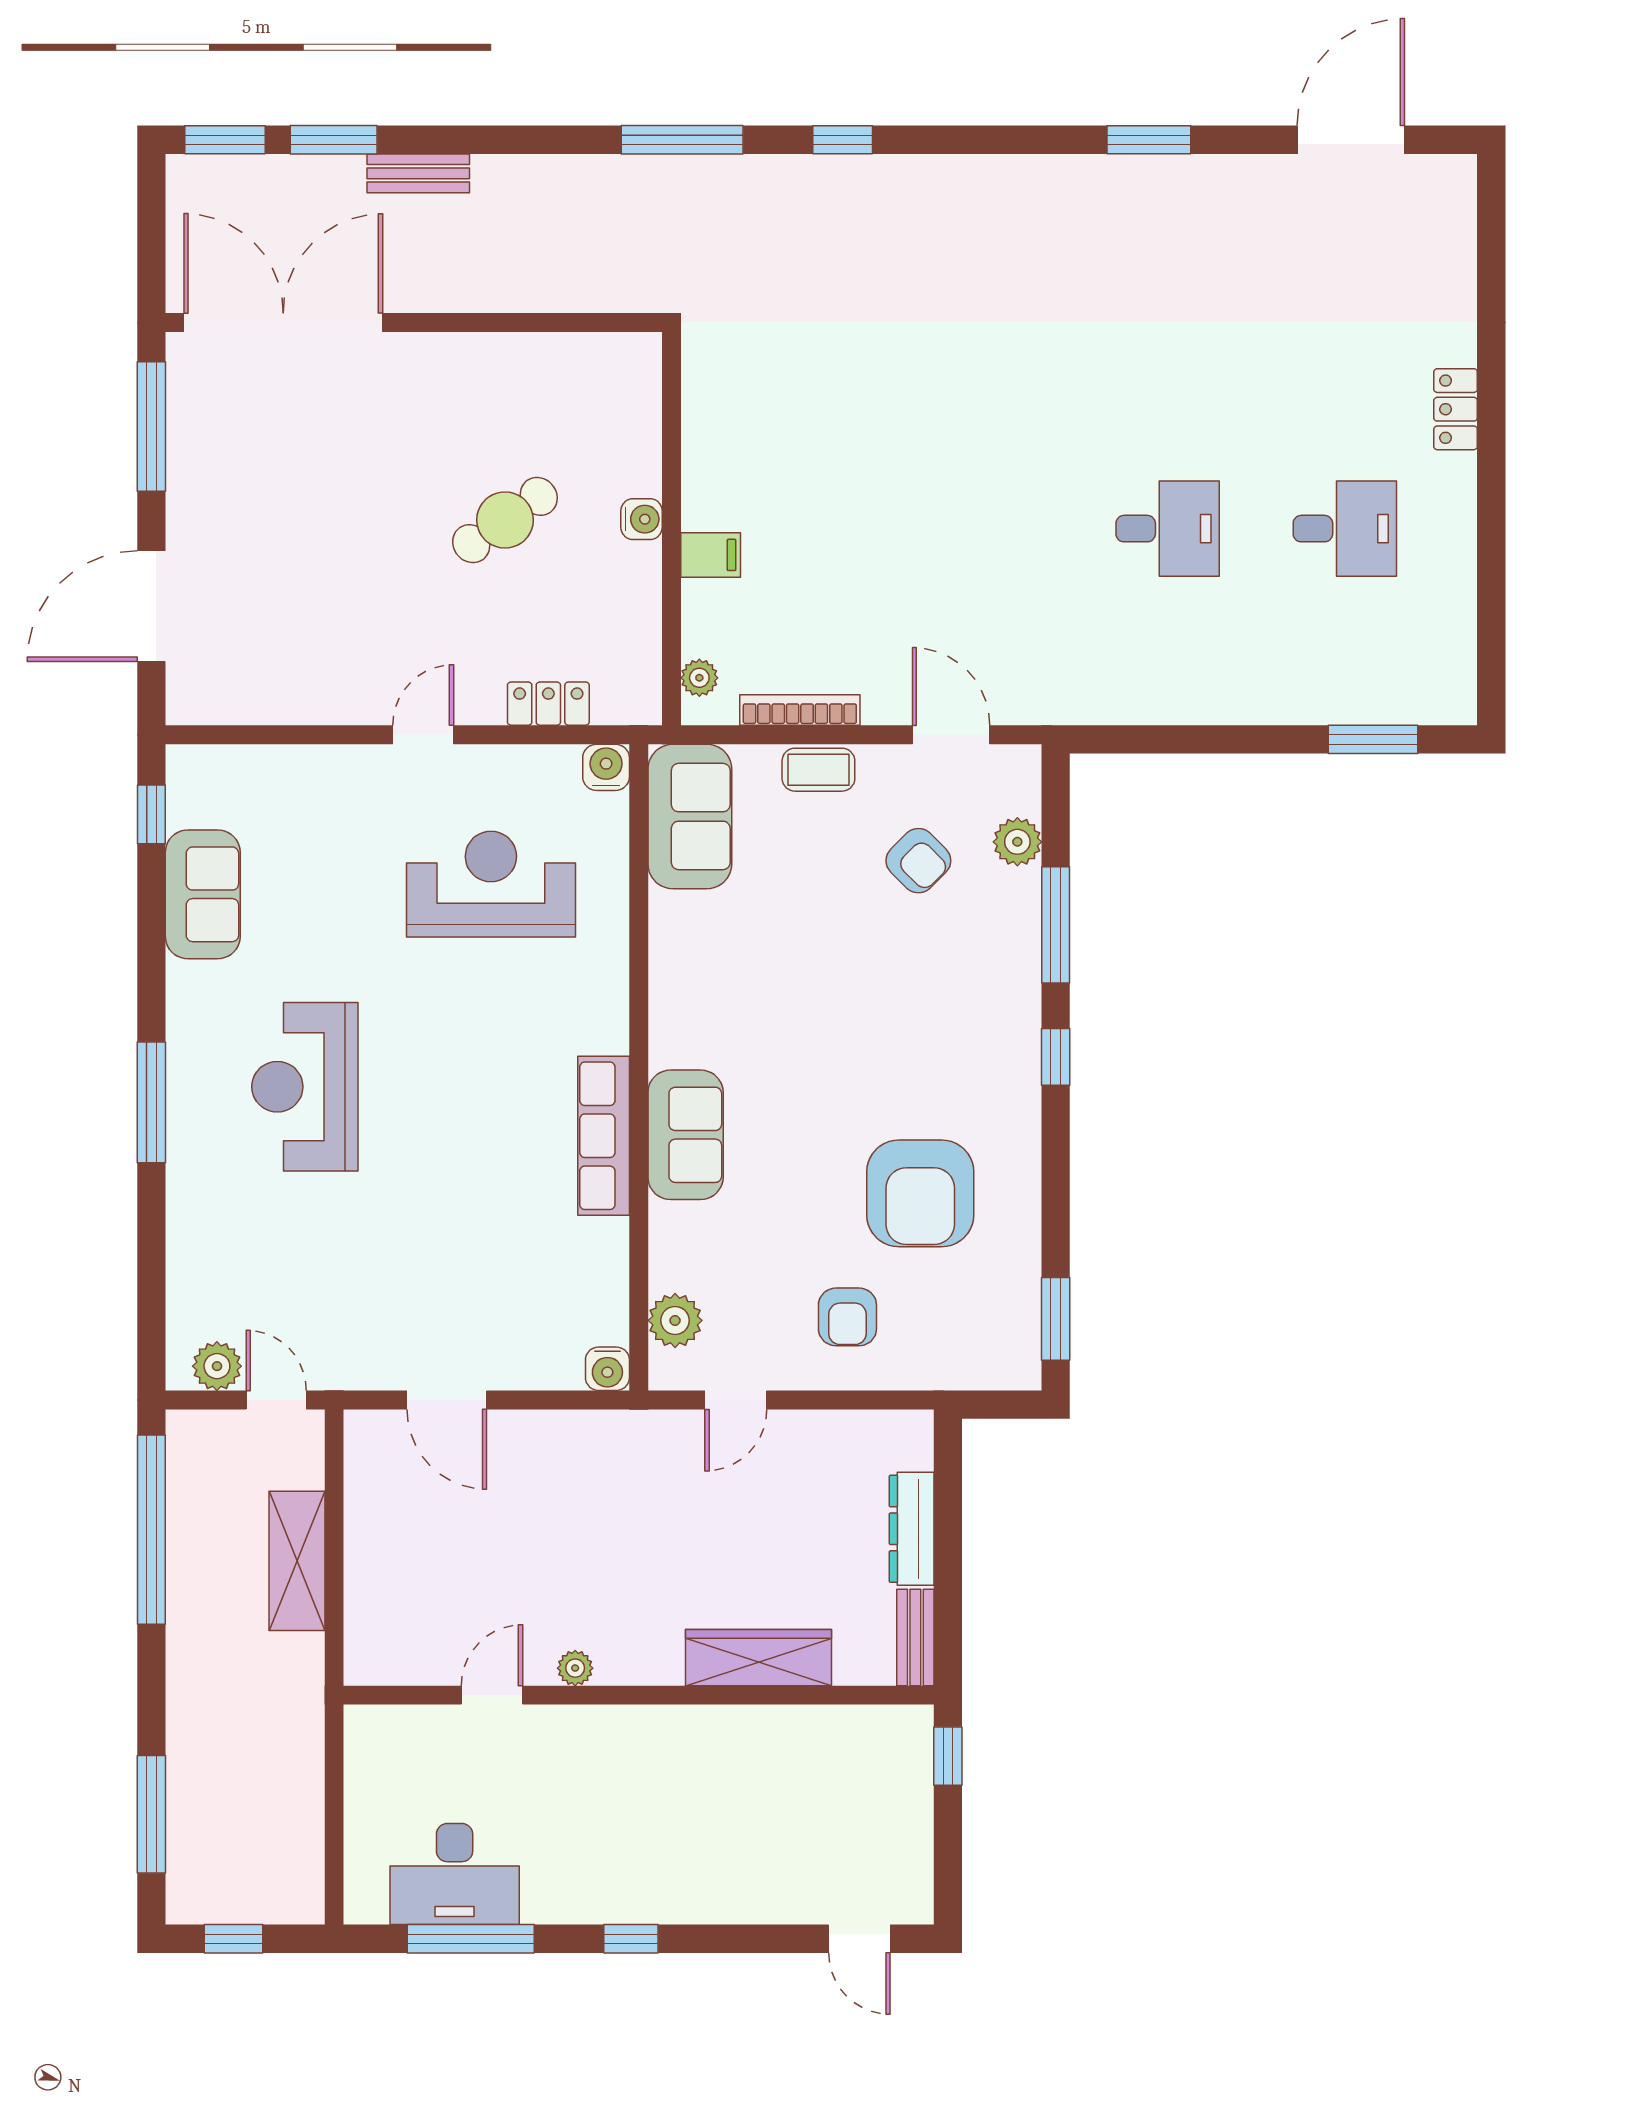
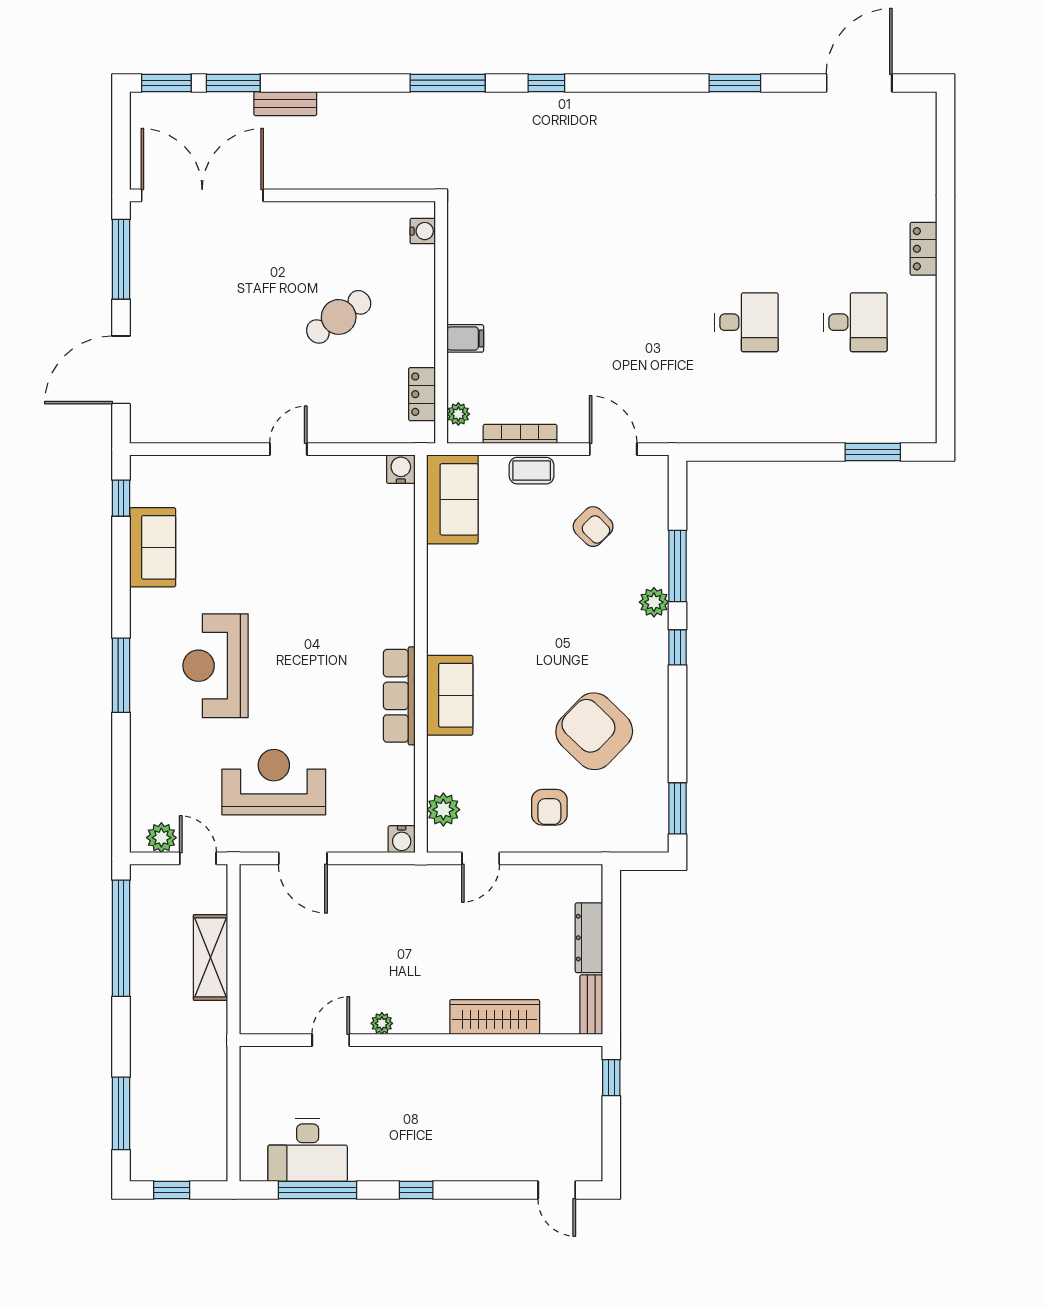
water cooler: (642, 519) -> (423, 231), moved
locker: (548, 704) -> (422, 394), moved, turned -90
plant: (1017, 842) -> (654, 602), moved
reception desk: (491, 884) -> (274, 782), moved
armchair: (920, 1193) -> (594, 731), turned 134

